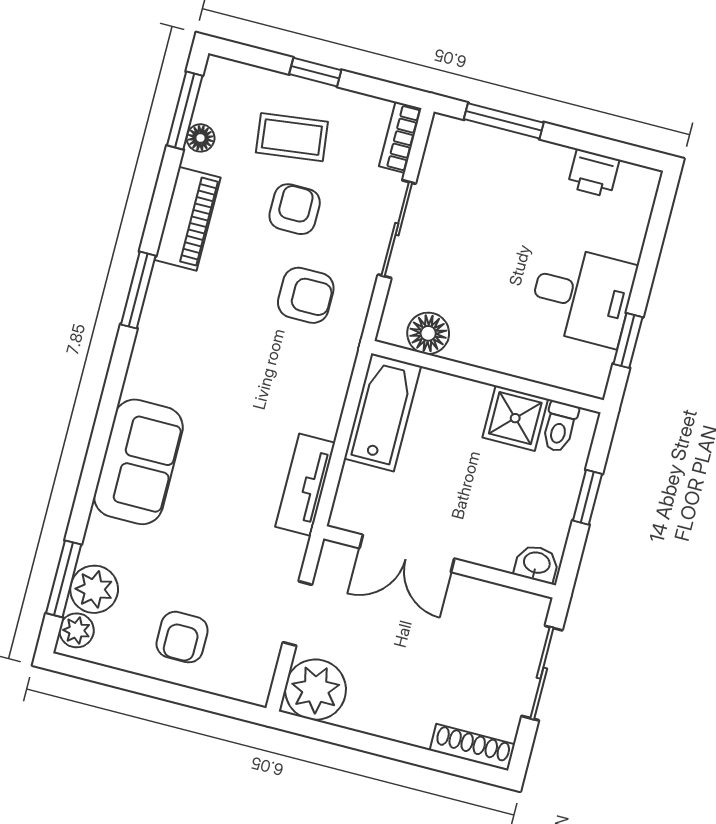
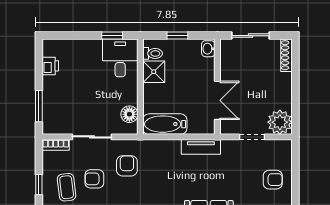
desk: (582, 296) -> (120, 58), moved

